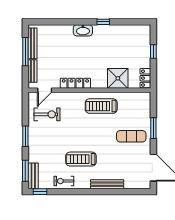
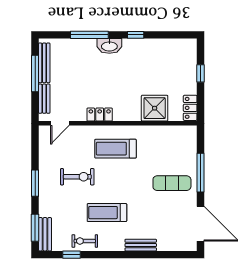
window: (67, 22) -> (89, 35), added
locker: (75, 83) -> (100, 115), width x0.66
treadmill: (101, 106) -> (115, 149), moved
exercise bike: (47, 114) -> (77, 177), moved
window: (153, 128) -> (201, 173), width x1.44
bench: (107, 184) -> (141, 245), width x0.73
window: (40, 192) -> (72, 255), moved

